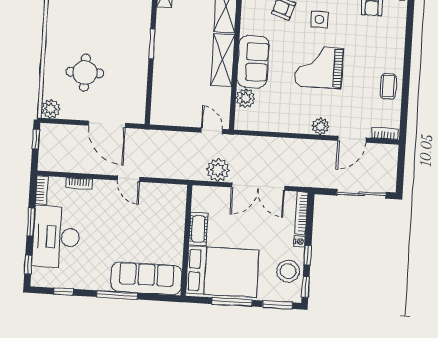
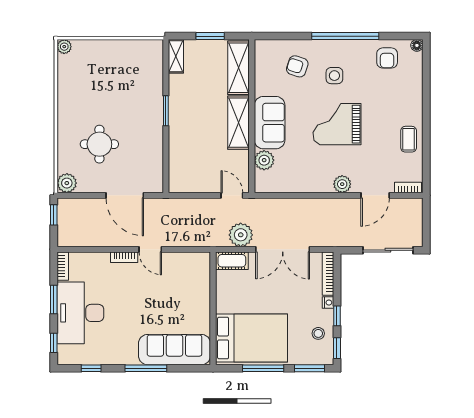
bookcase: (79, 183) -> (124, 257), moved
cot: (198, 229) -> (232, 261), moved, turned 90
stool: (288, 271) -> (318, 333), width x0.53, depth x0.53

